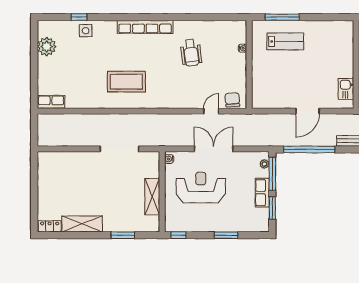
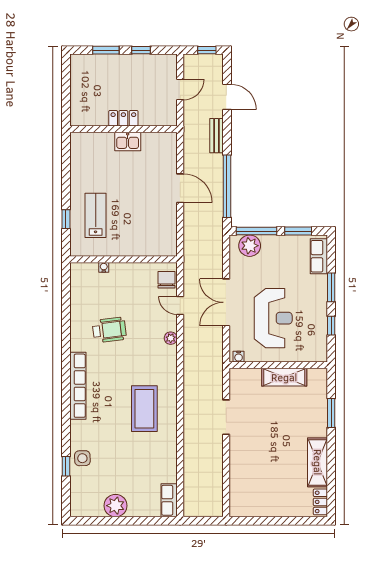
window: (282, 17) -> (66, 219), width x0.46
plant: (47, 47) -> (116, 506), moved
kitchen sink: (346, 89) -> (128, 142), moved
chair: (232, 100) -> (166, 280), turned 94
plant: (184, 103) -> (171, 338), added
doorway: (119, 149) -> (226, 417), width x0.73
plant: (264, 164) -> (250, 246), width x1.88, depth x1.88
reception desk: (201, 188) -> (273, 318), turned 180
row of seats: (262, 193) -> (319, 256), moved, turned 90
window: (178, 235) -> (331, 326), moved

